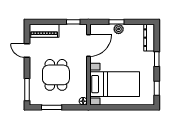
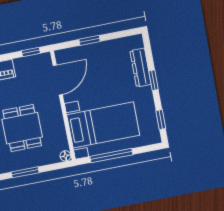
plant: (119, 29) -> (94, 50), removed
dresser: (149, 38) -> (140, 68), moved
window: (116, 107) -> (111, 156), added

